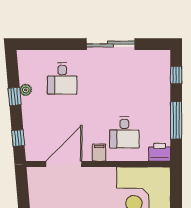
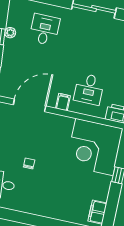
desk: (62, 79) -> (45, 30), turned 180

